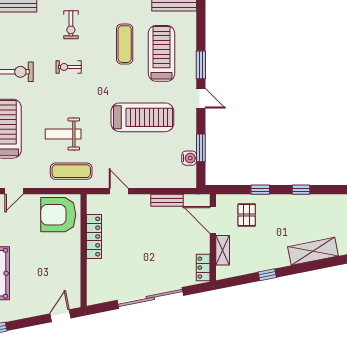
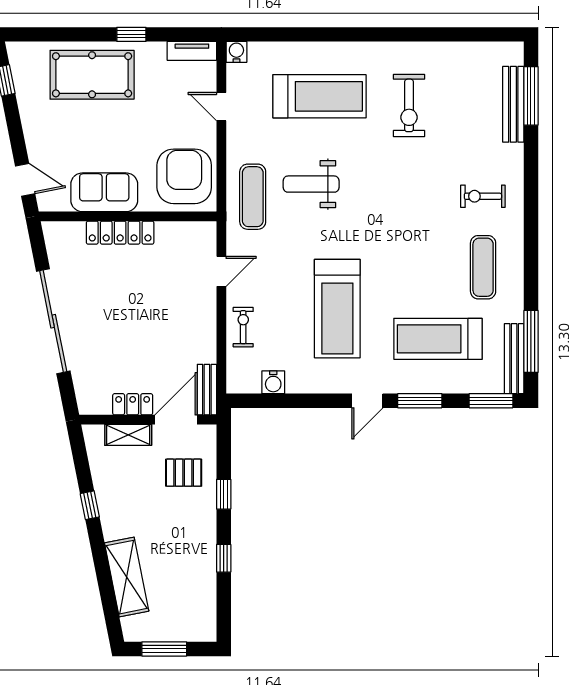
exercise mat: (125, 44) -> (483, 267), moved, turned 90
treadmill: (162, 53) -> (438, 339), turned 180
exercise bike: (69, 67) -> (243, 327), moved
weight bench: (63, 134) -> (311, 184), turned -90
window: (201, 148) -> (491, 401), moved
bench: (167, 200) -> (207, 390), moved
locker: (94, 237) -> (120, 233), moved
sofa: (68, 266) -> (104, 192), added
locker: (203, 268) -> (133, 404), moved

